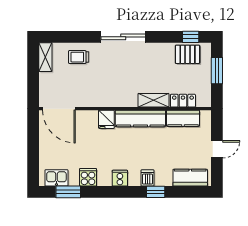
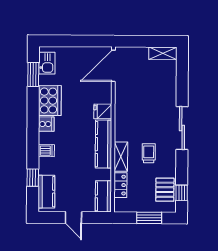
trolley: (79, 57) -> (149, 153), moved
kitchen counter: (183, 118) -> (103, 196), moved
cooker: (88, 177) -> (50, 101), width x1.87, depth x1.31
window: (156, 192) -> (33, 178), moved

